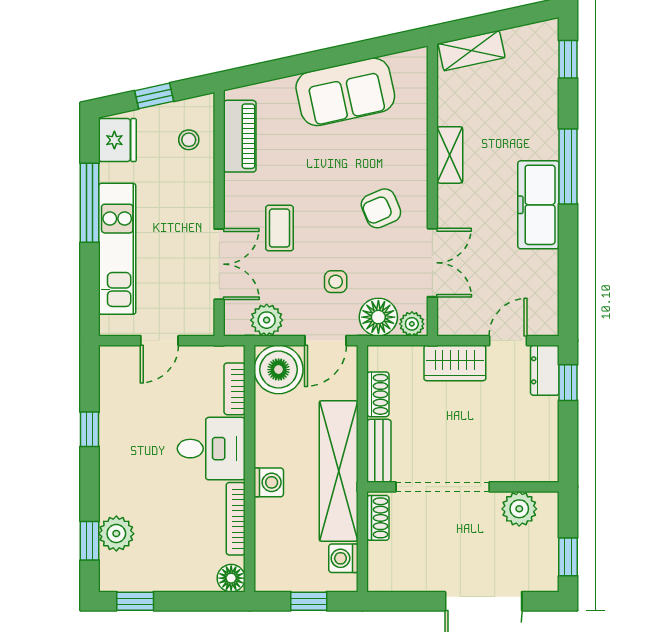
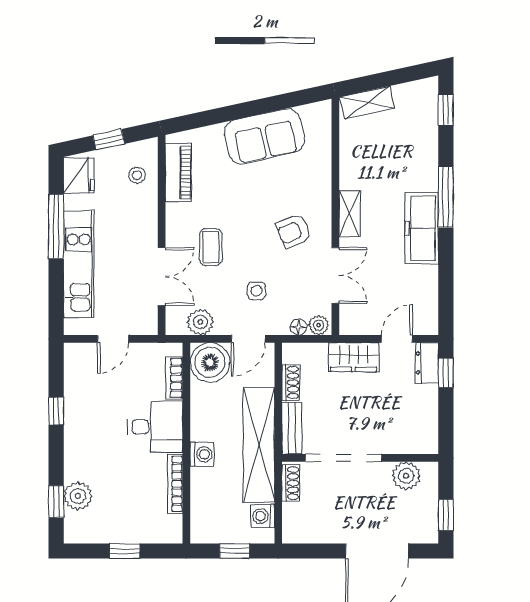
shelving: (450, 155) -> (349, 214), moved
floor lamp: (378, 317) -> (299, 327), width x0.53, depth x0.53
floor lamp: (231, 578) -> (171, 532), removed
window: (135, 601) -> (125, 551), moved

